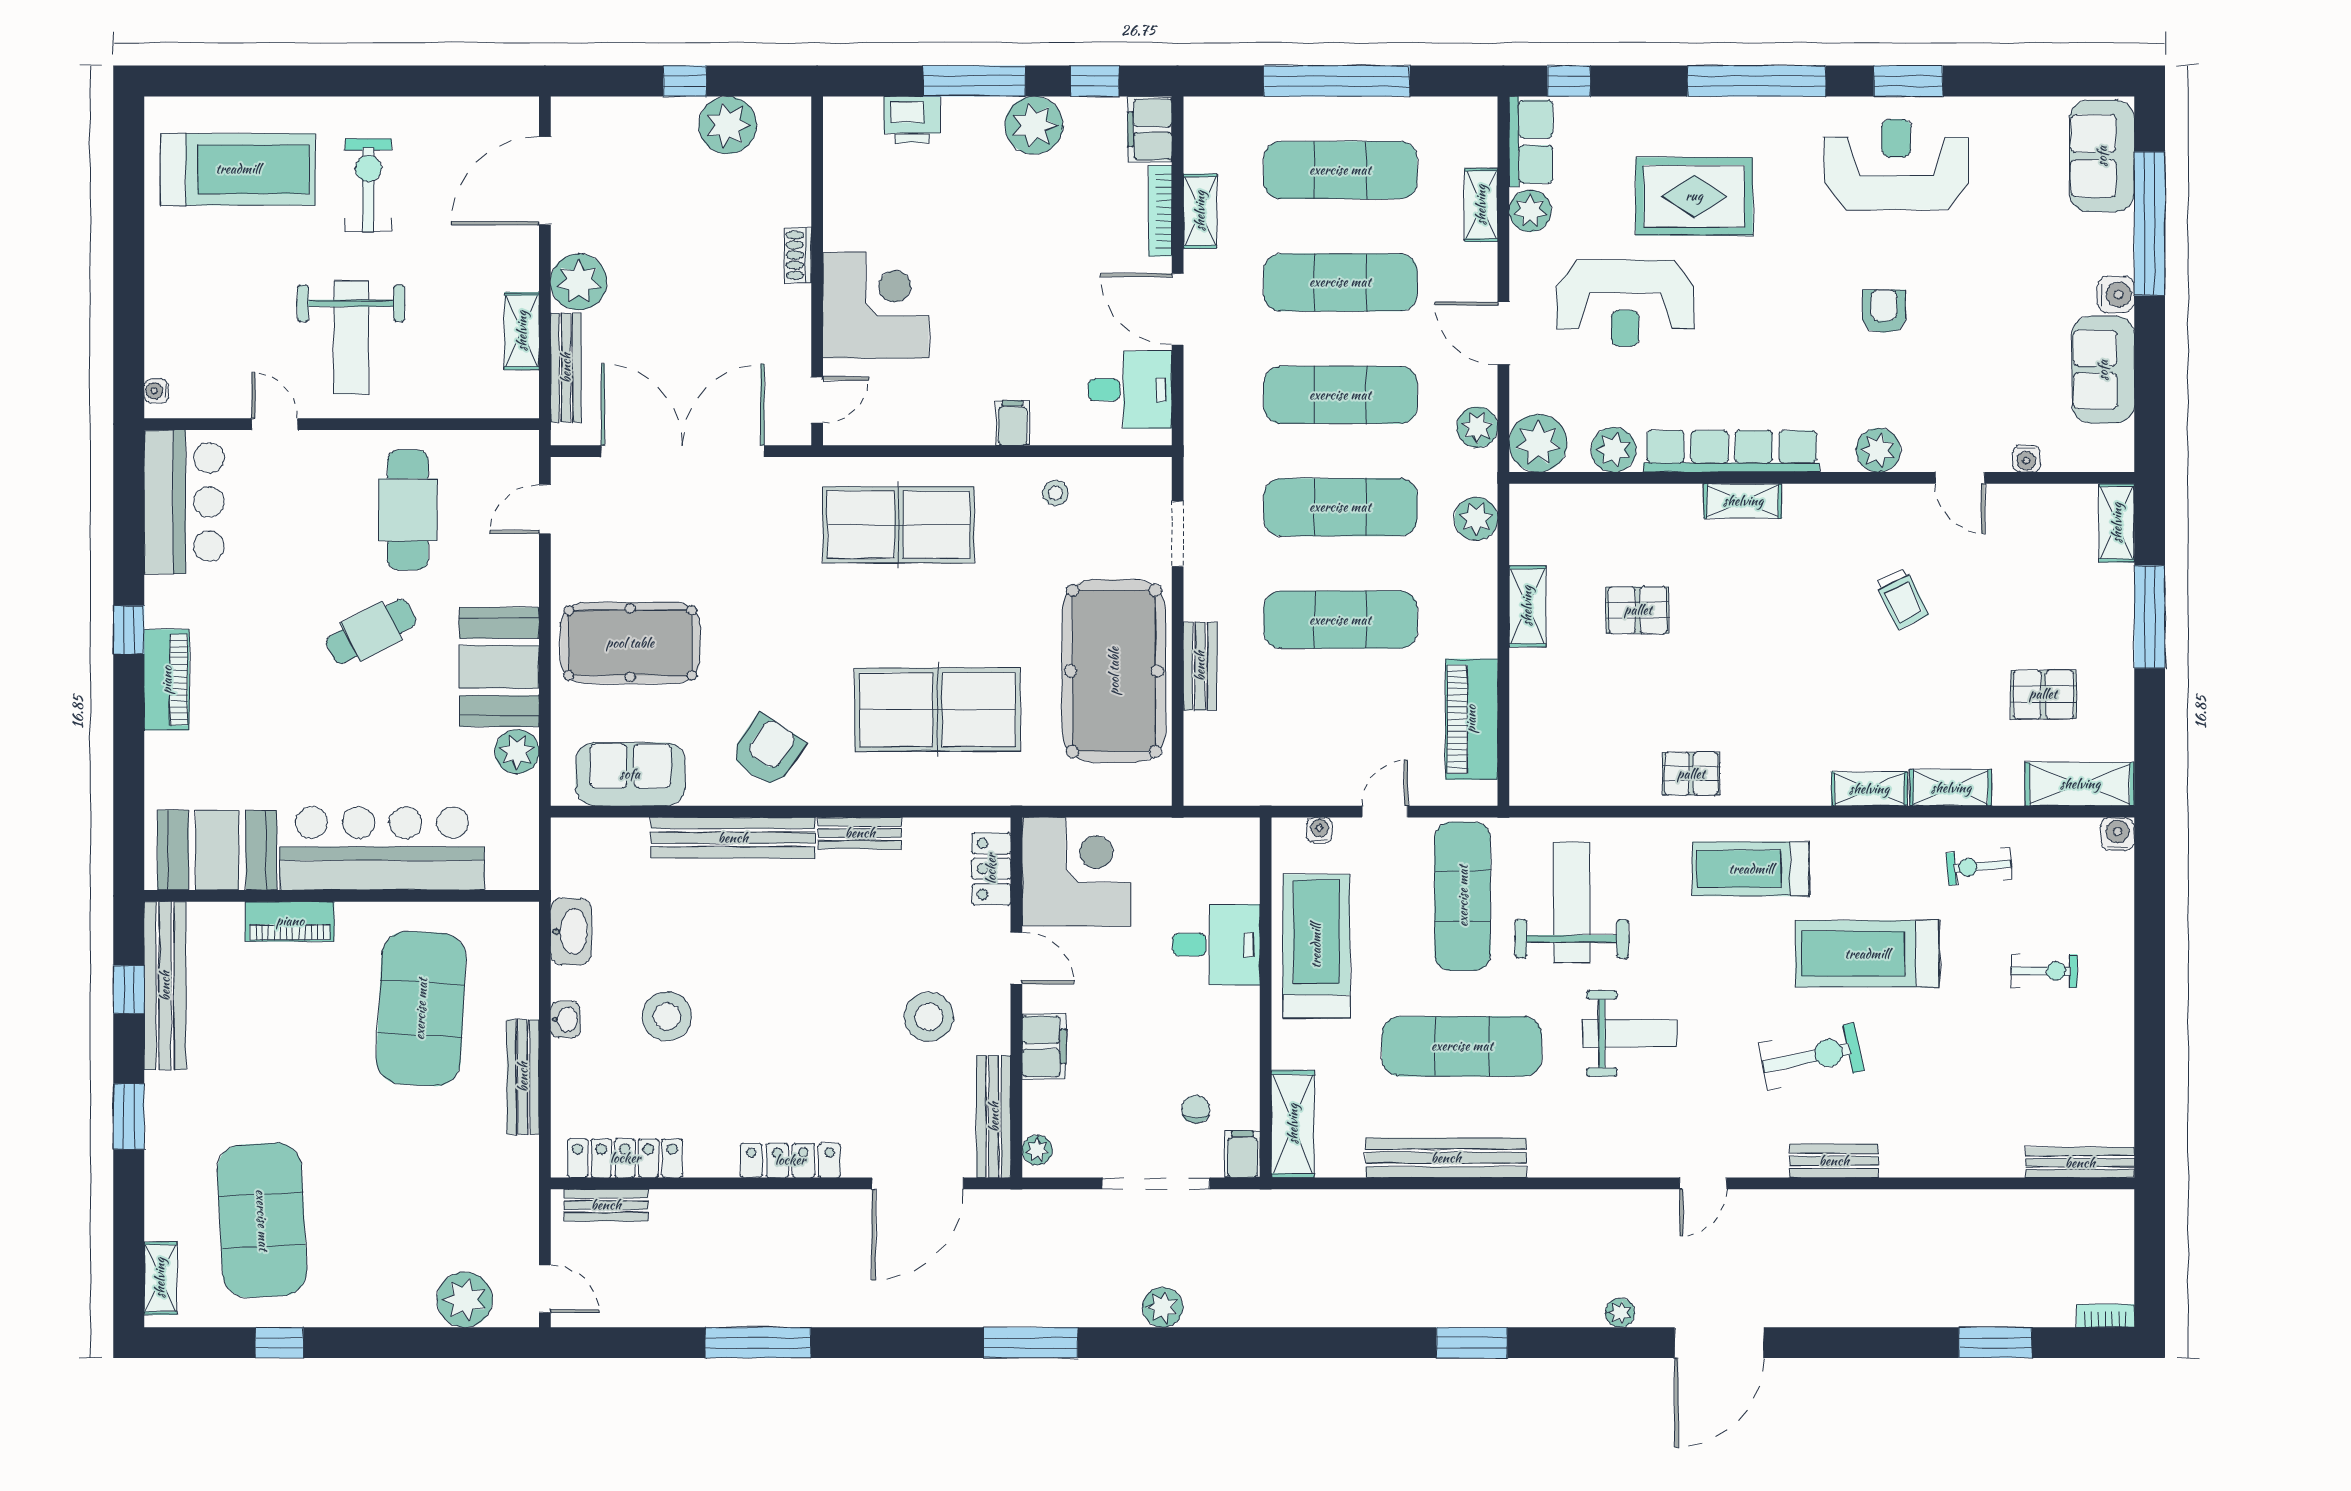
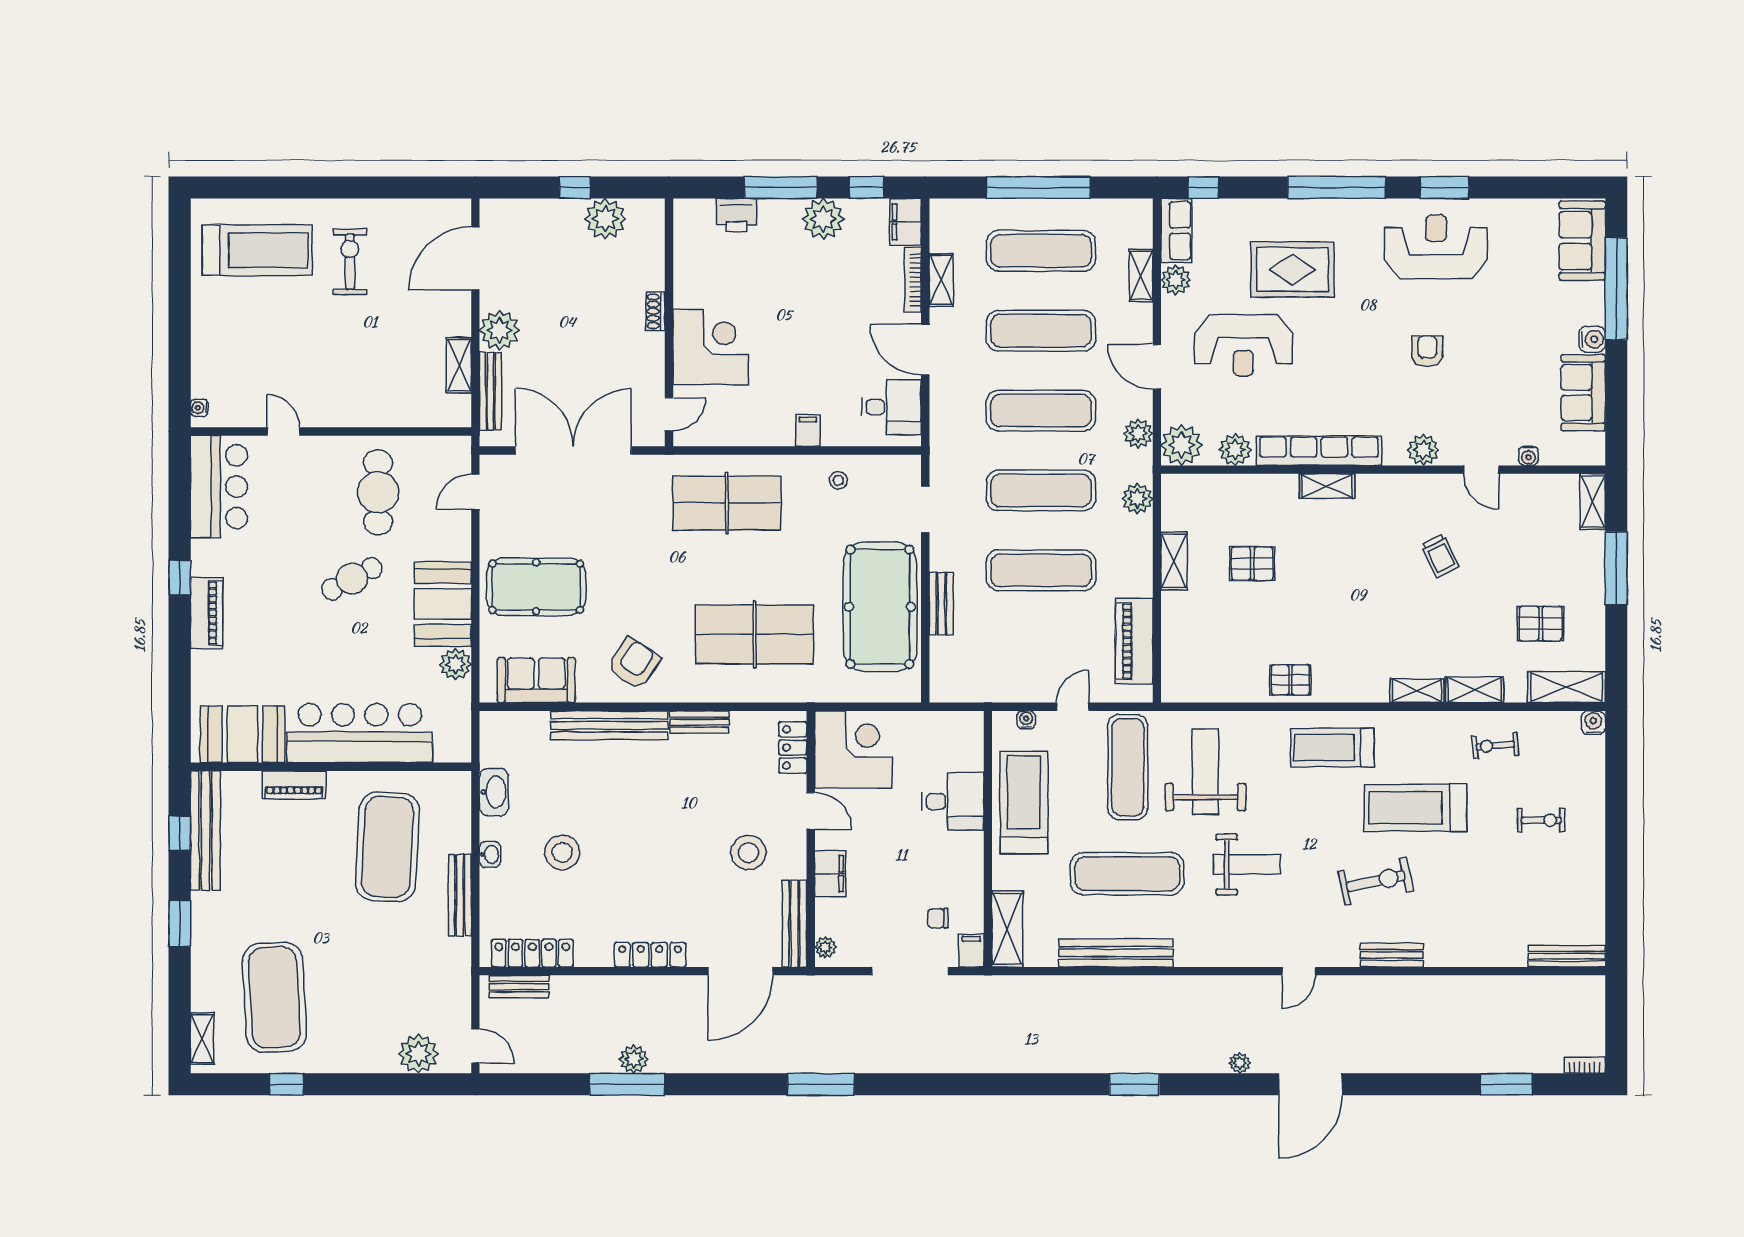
weight bench: (351, 338) -> (338, 370), removed
chair: (1196, 1109) -> (938, 918), turned -90
plant: (1163, 1307) -> (634, 1059), moved

